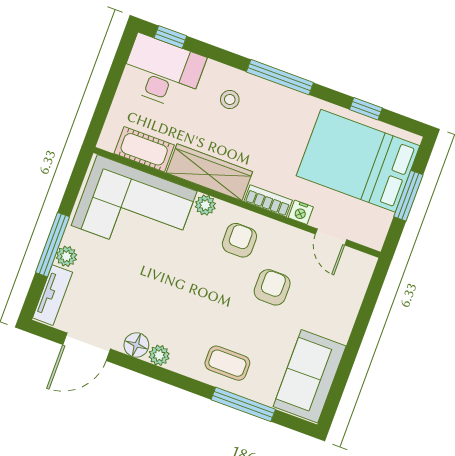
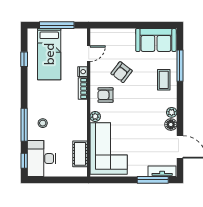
window: (280, 77) -> (24, 125), moved
bed: (358, 161) -> (49, 54), width x0.67
wardrobe: (209, 172) -> (79, 120), removed
window: (408, 196) -> (57, 25), width x1.44
window: (52, 245) -> (153, 180), moved
plant: (66, 256) -> (142, 171), removed
armchair: (272, 287) -> (122, 72), turned -53

